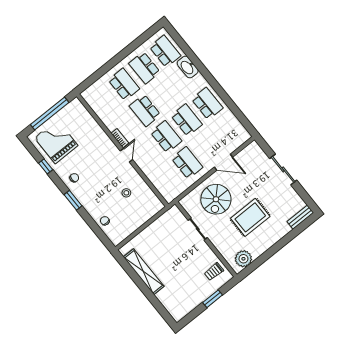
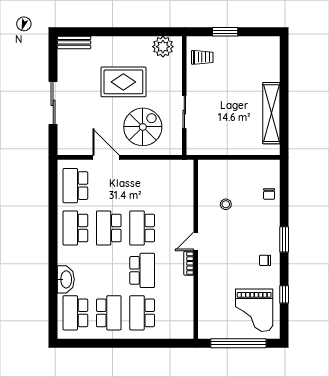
school desk: (187, 163) -> (75, 186), moved

